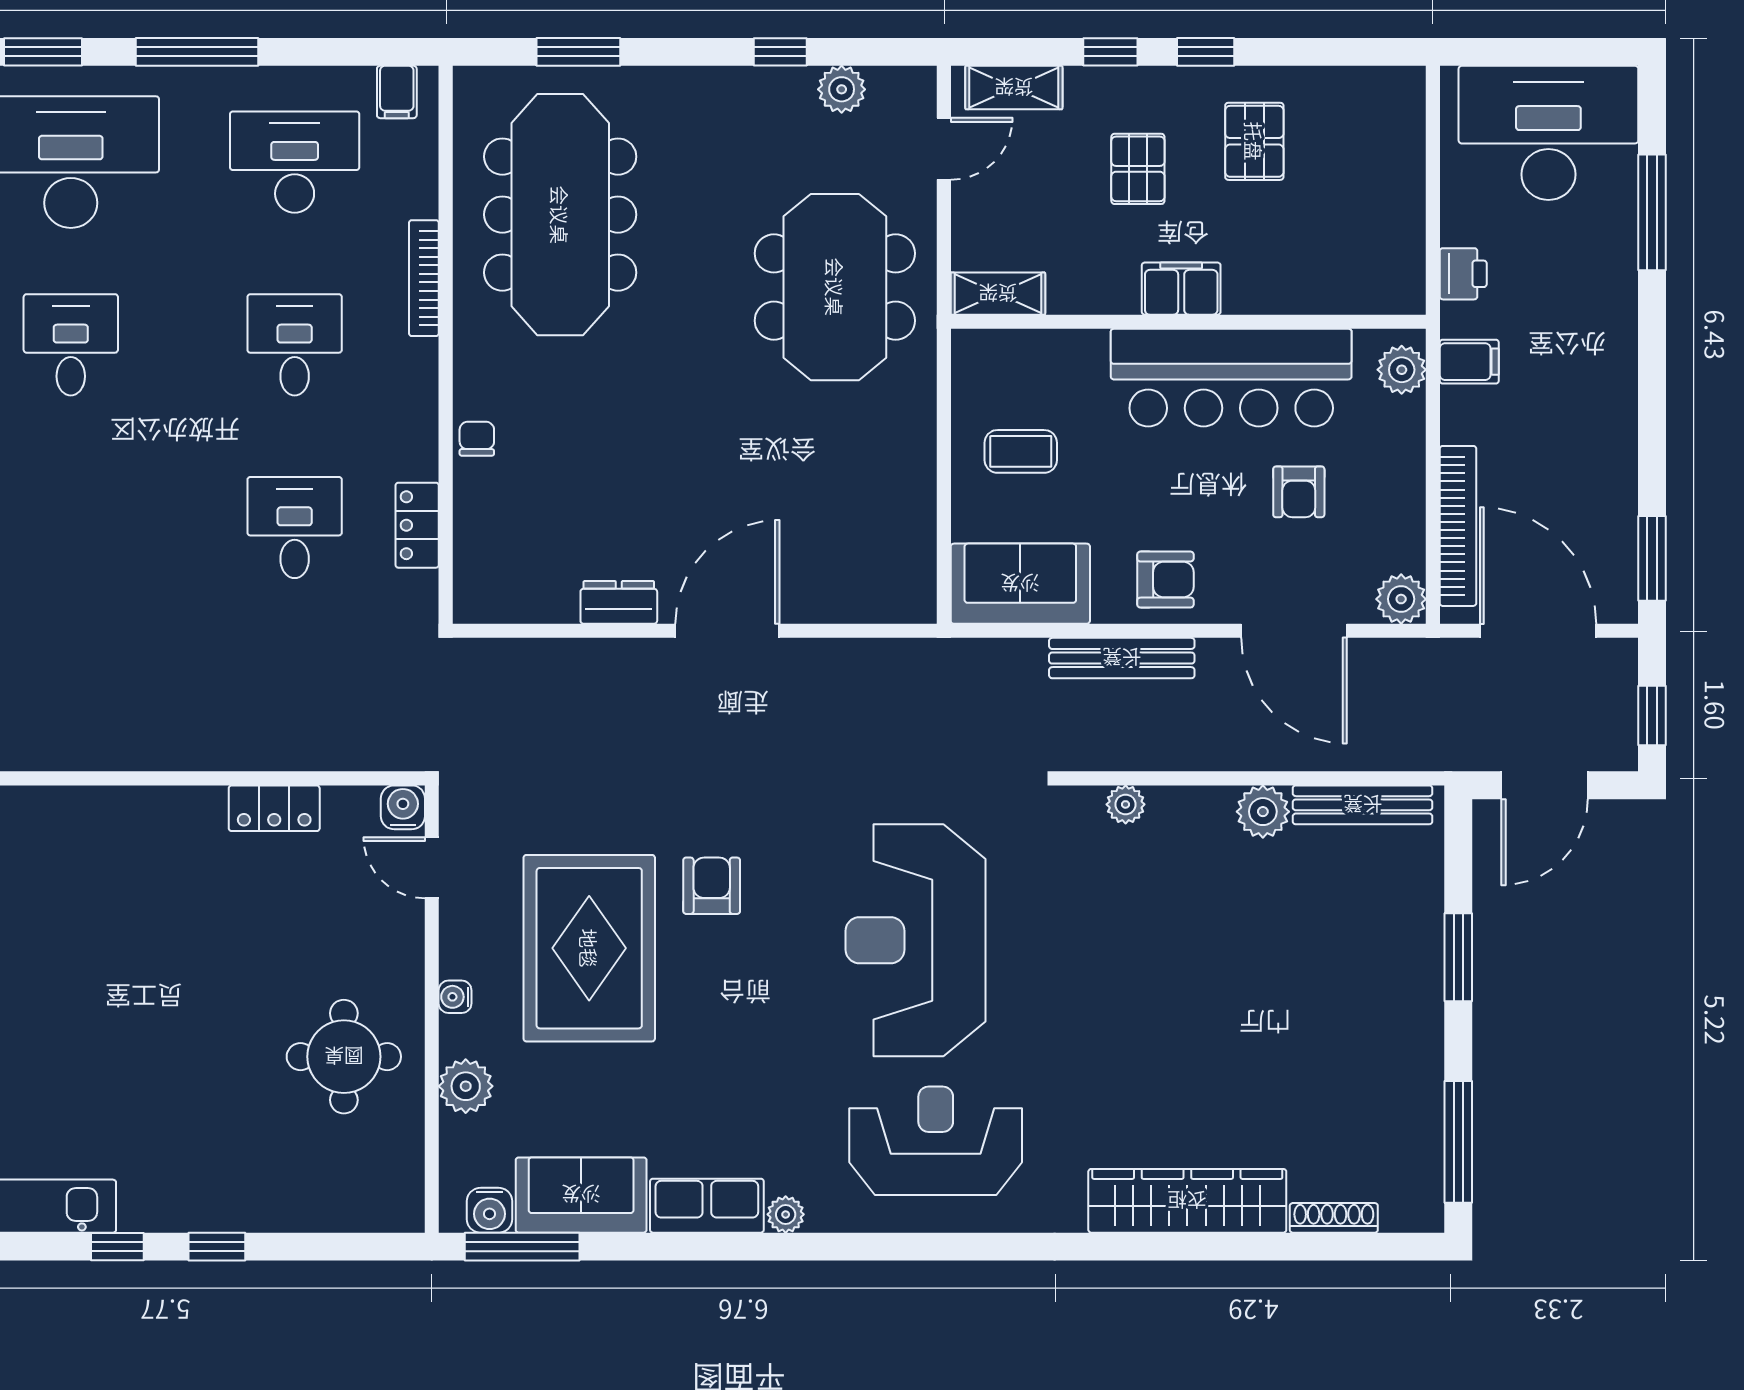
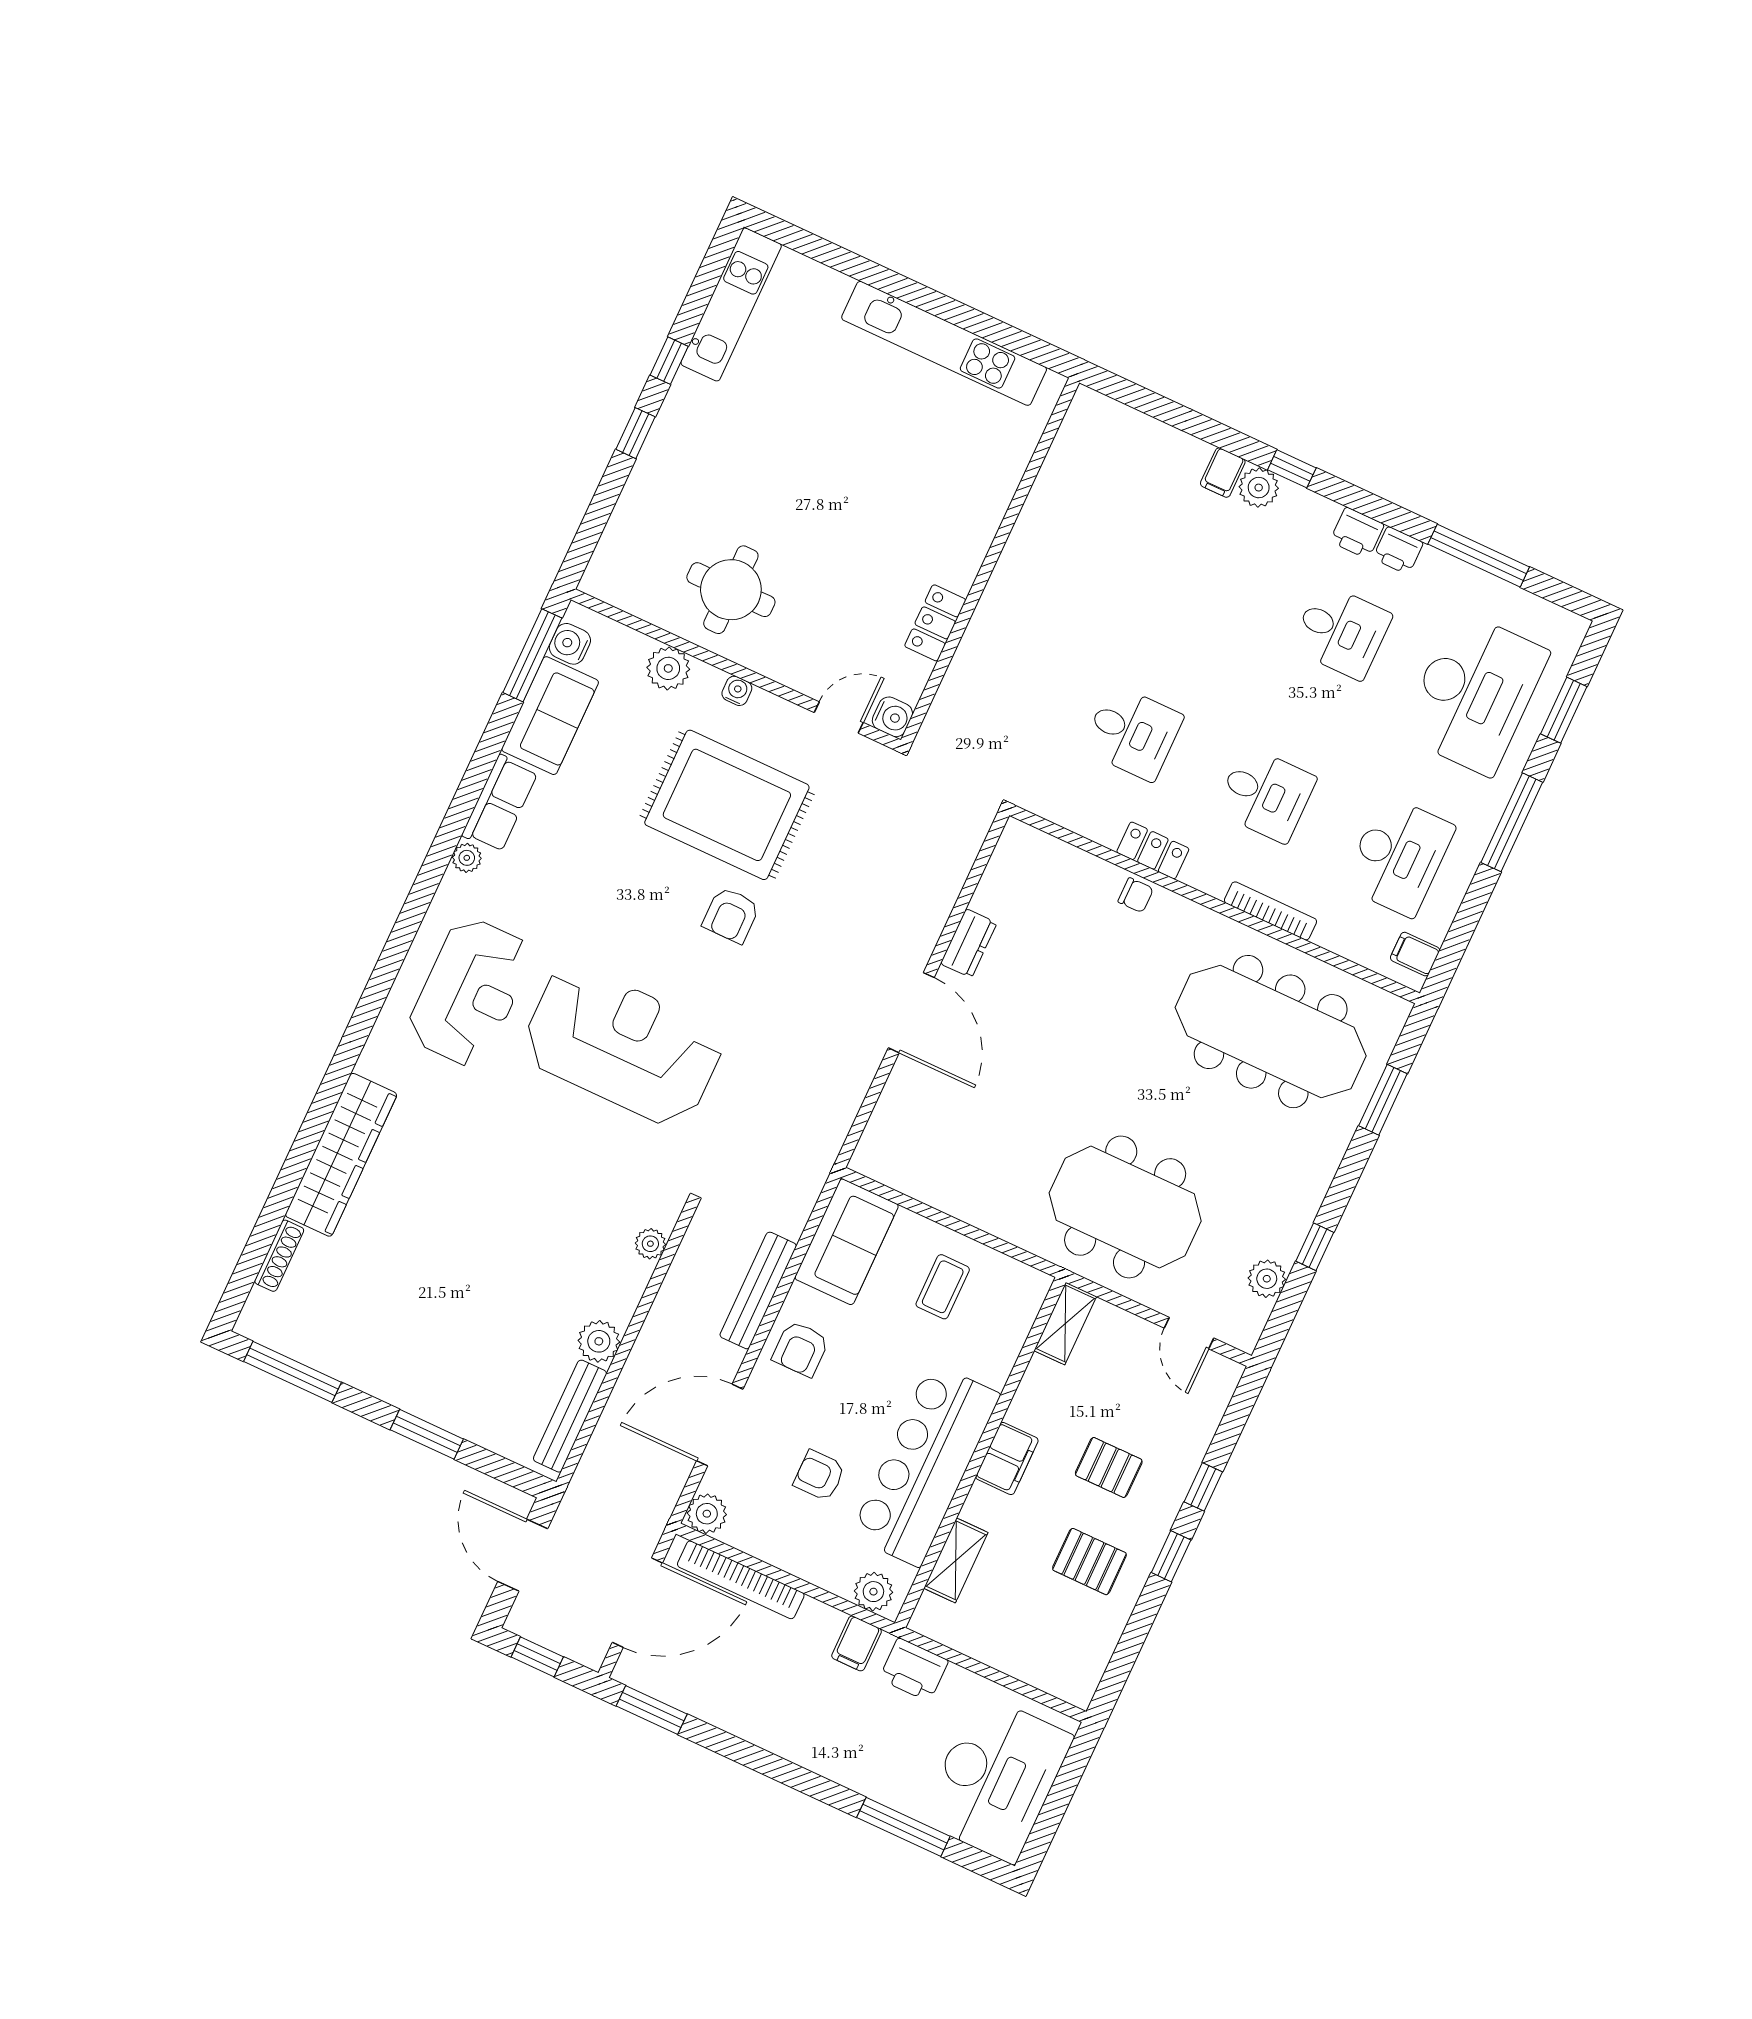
shelving: (1014, 88) -> (956, 1560), moved
printer: (1463, 274) -> (914, 1670), width x1.36, depth x1.24
locker: (417, 525) -> (1153, 850), moved
armchair: (712, 886) -> (731, 915), turned 90

